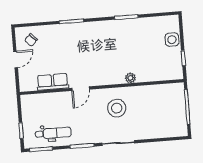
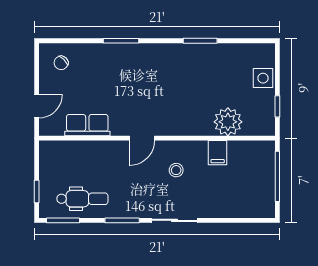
door: (16, 60) -> (37, 106), moved
plant: (130, 78) -> (228, 122), moved, width x1.88, depth x1.88
door: (81, 89) -> (142, 138), moved
filing cabinet: (144, 94) -> (218, 153), added
stool: (117, 108) -> (176, 170), width x0.53, depth x0.53

